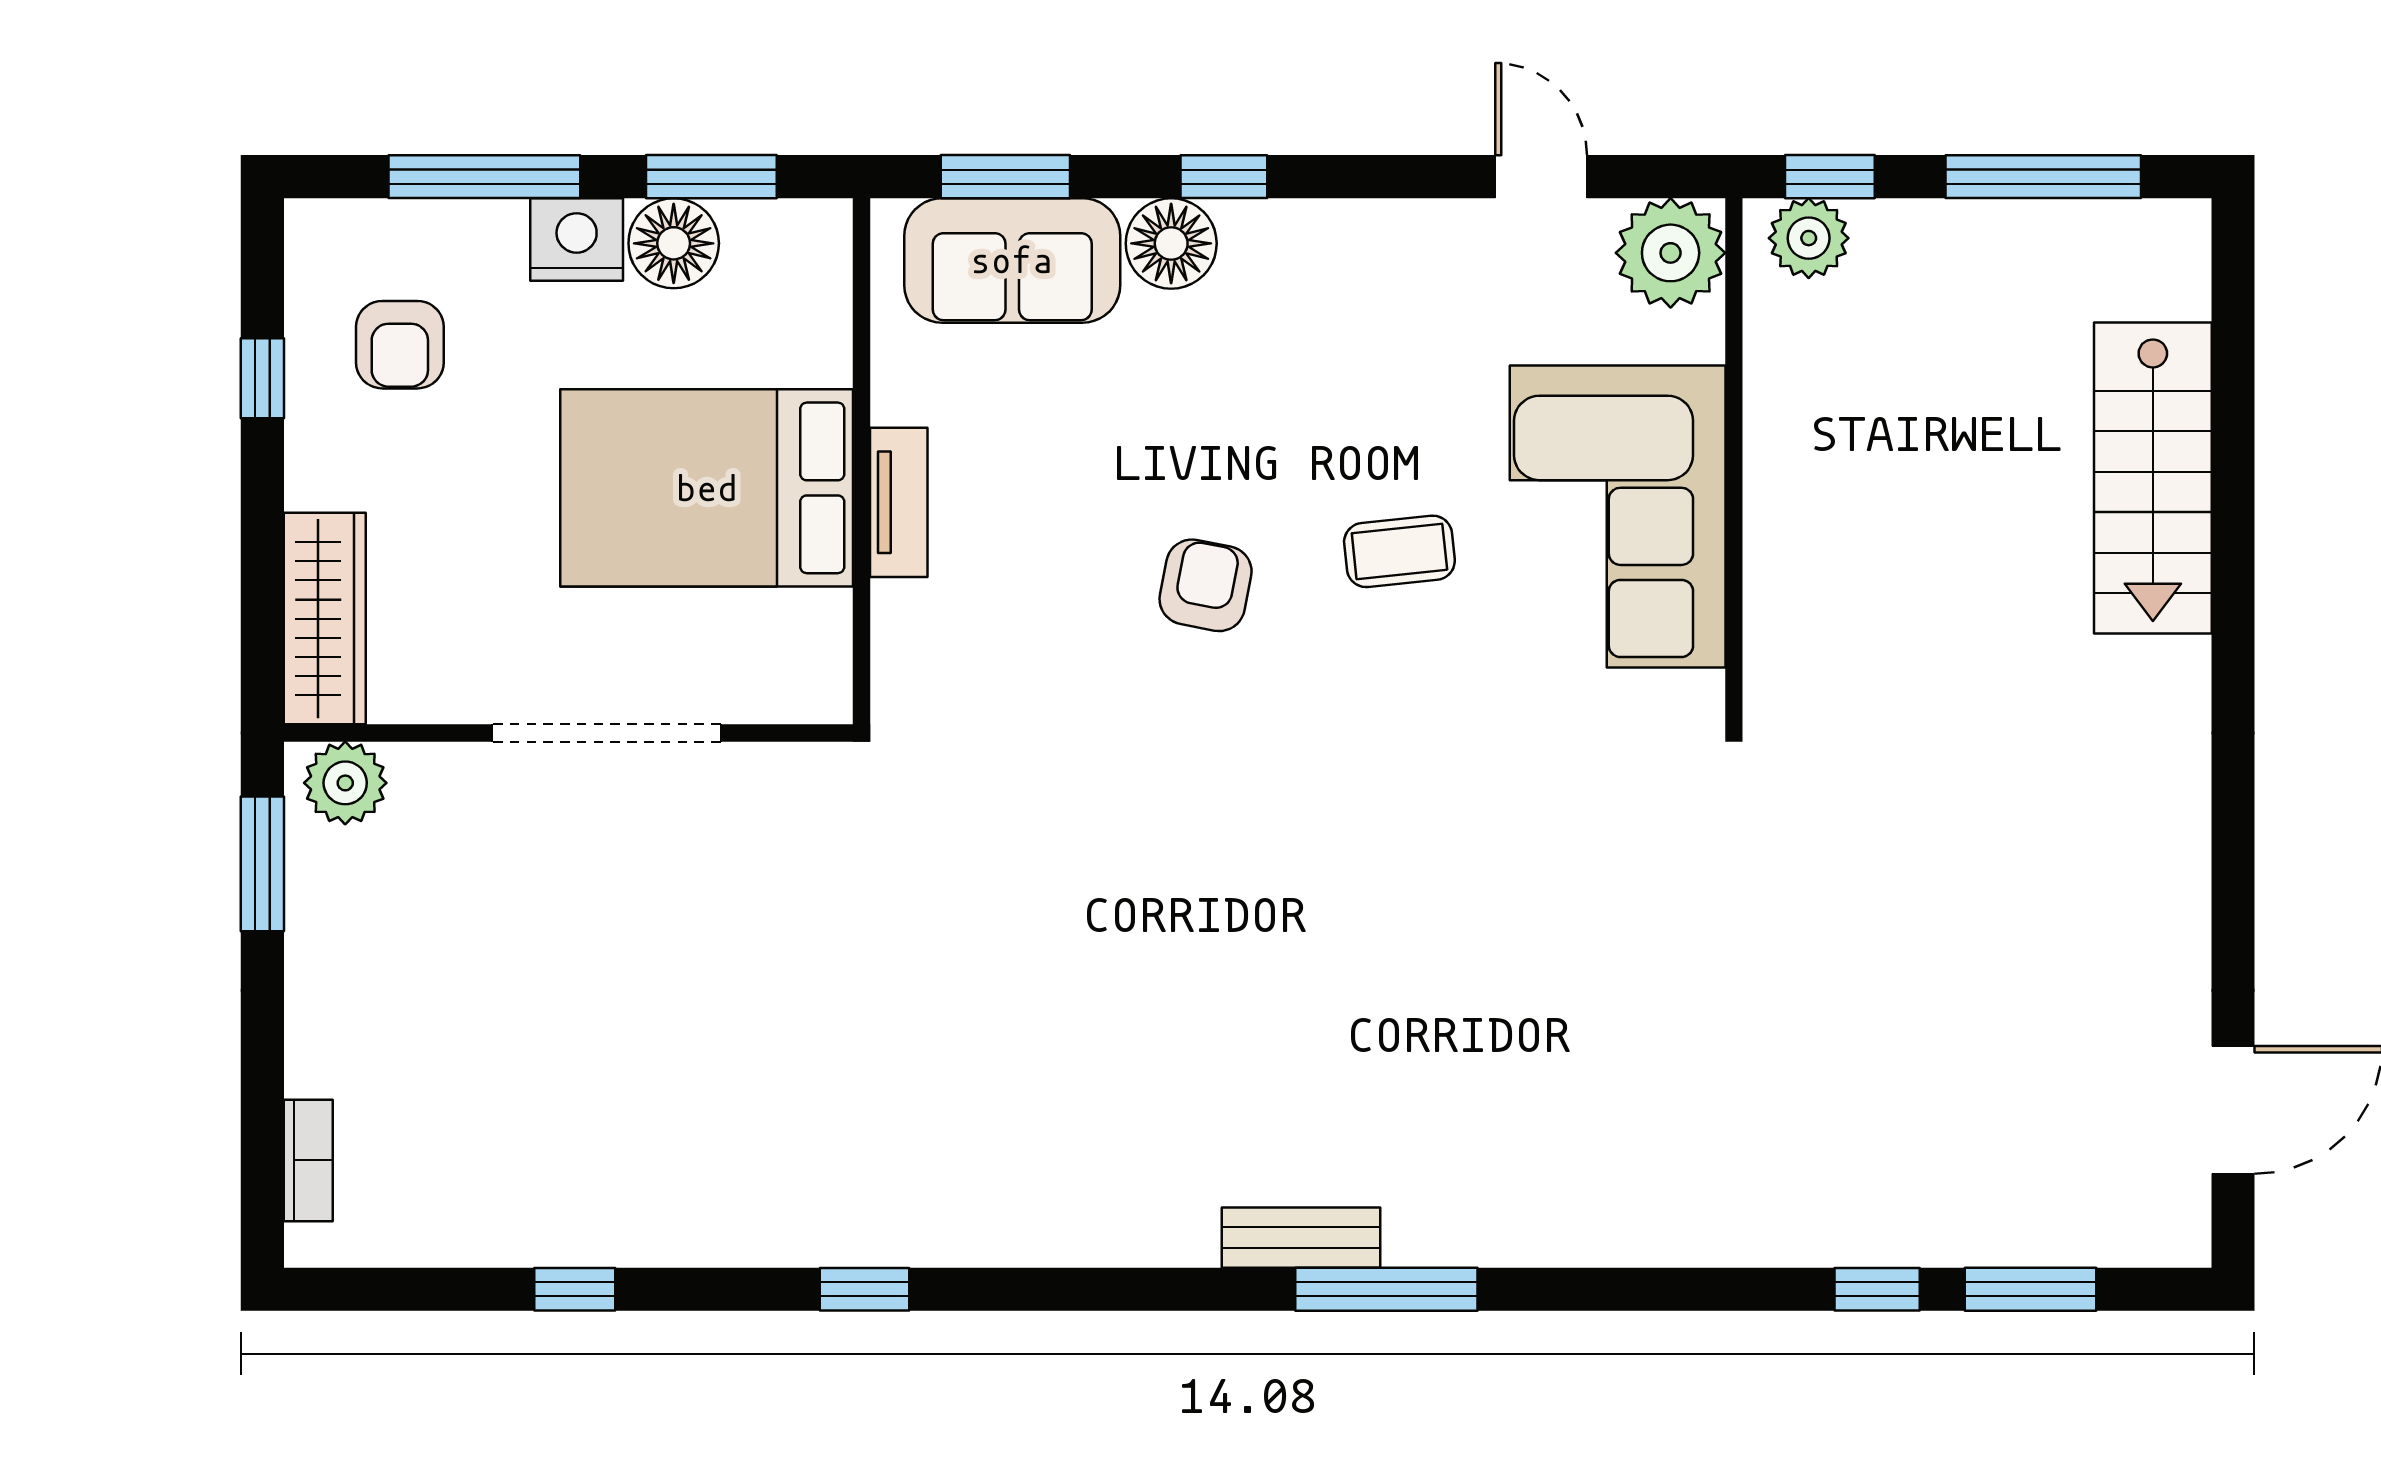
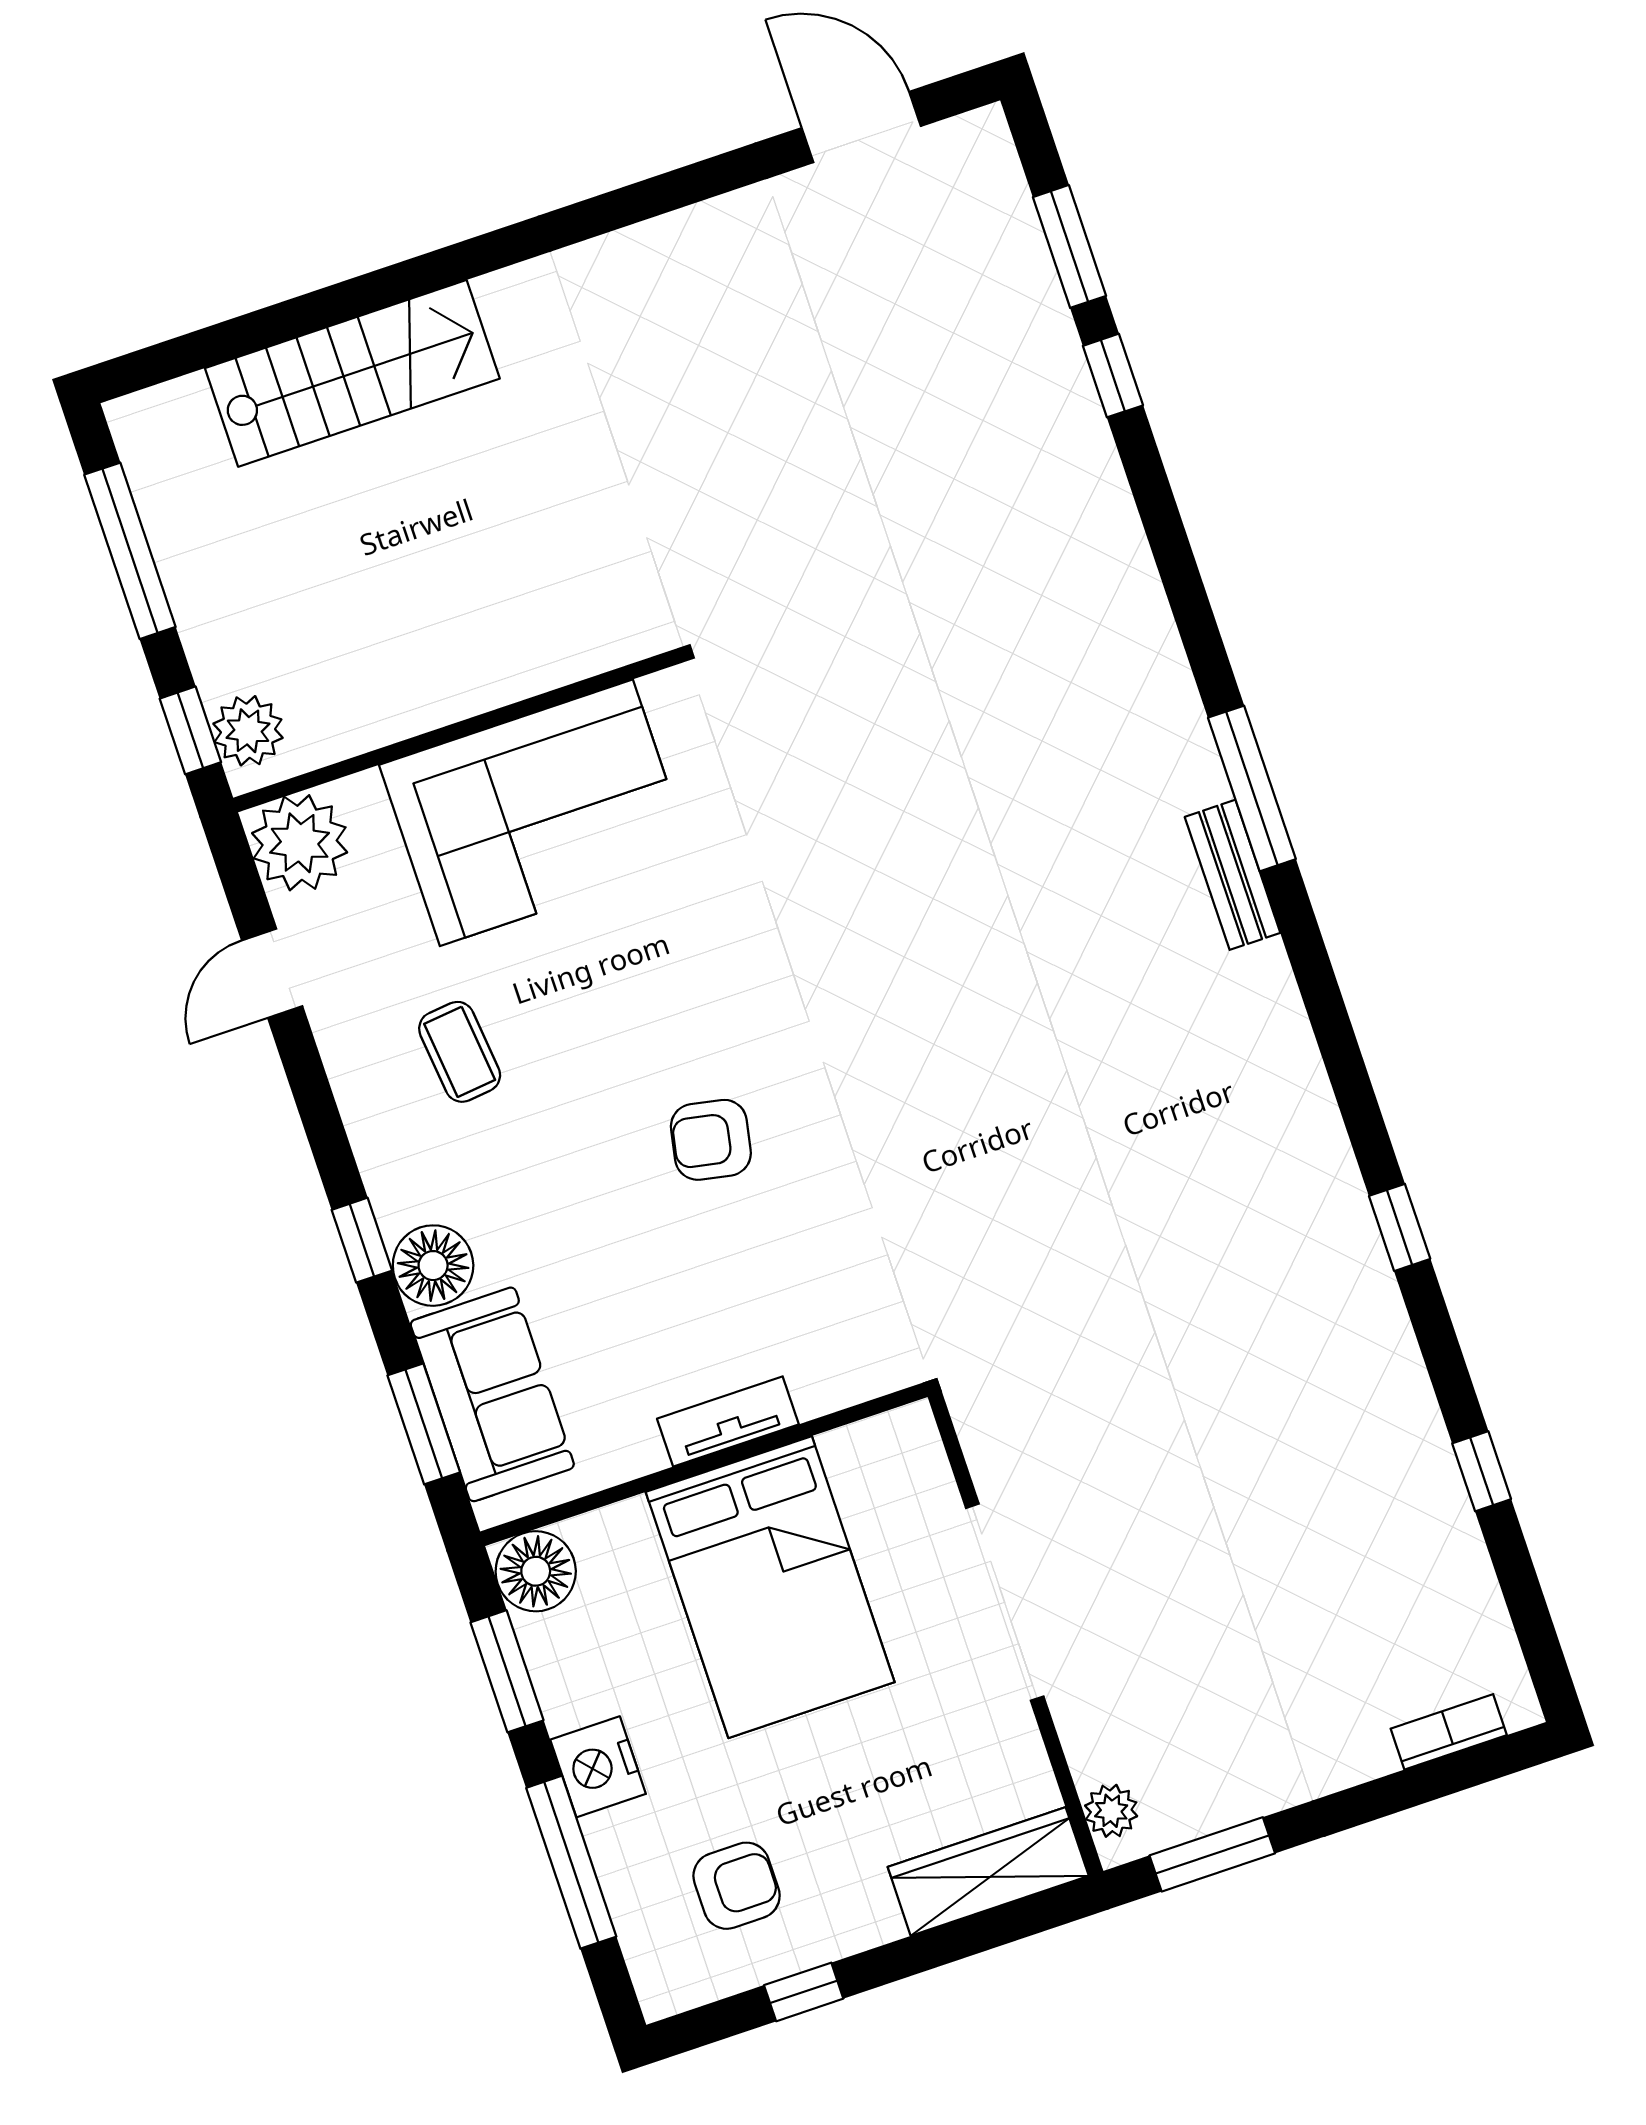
floor lamp: (674, 243) -> (536, 1571), moved
coffee table: (1399, 551) -> (460, 1052), moved
plant: (345, 783) -> (1111, 1811), width x0.73, depth x0.73

